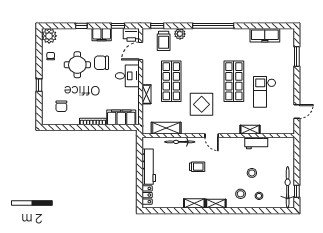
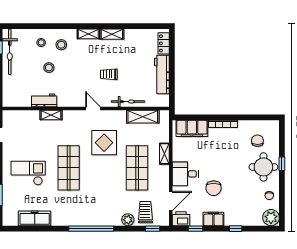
chair: (101, 63) -> (214, 188), turned 90
round table: (77, 65) -> (263, 167), moved
checkout: (265, 92) -> (28, 173), moved, turned -90

